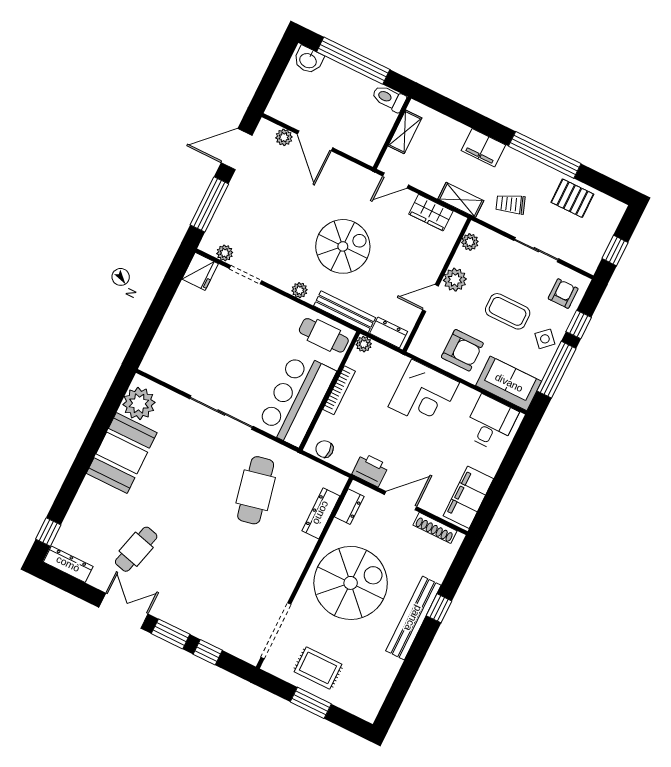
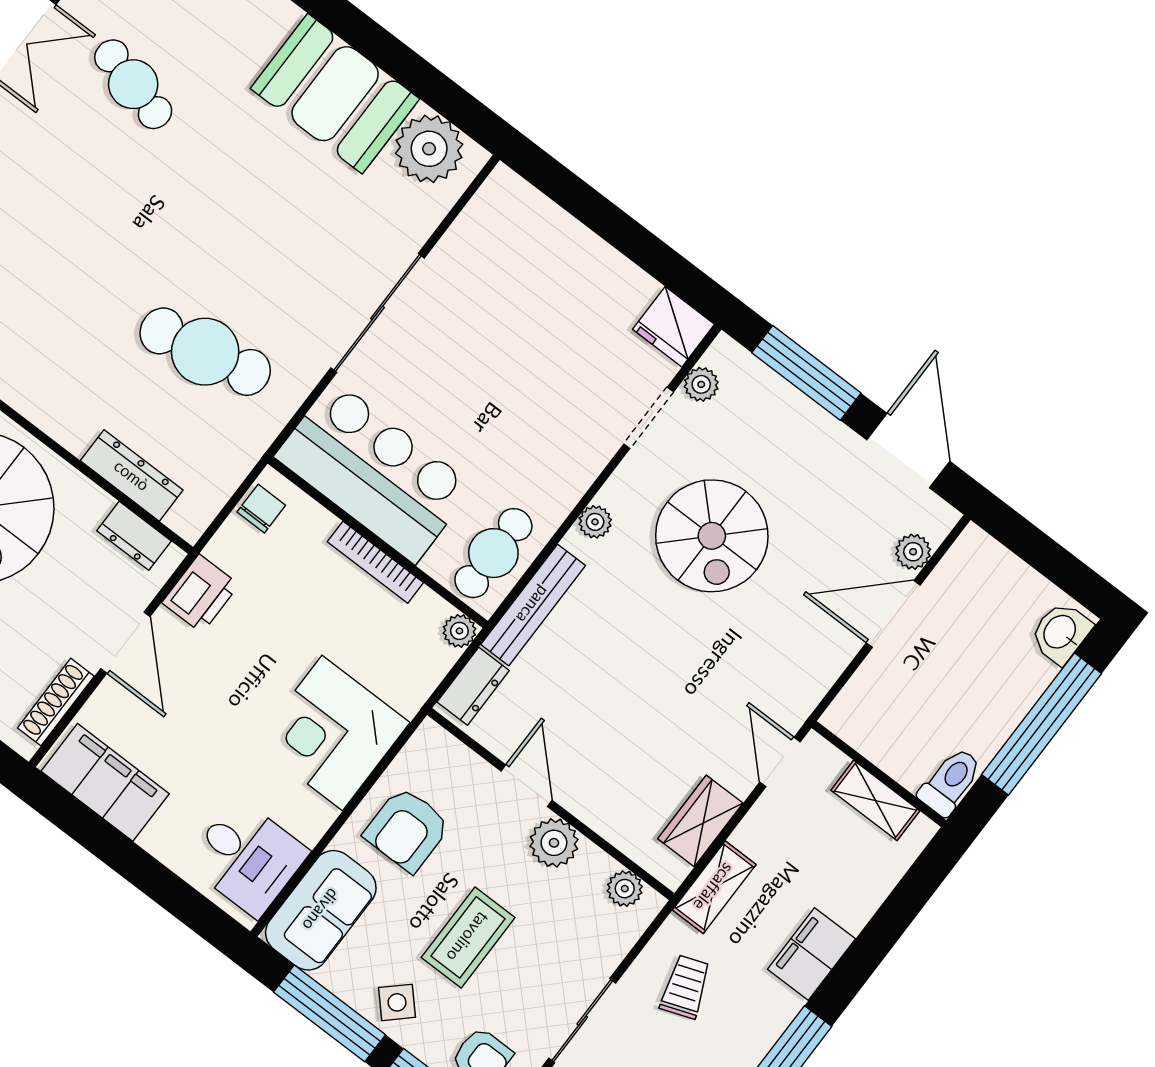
spiral stairs: (343, 246) -> (712, 536), moved

